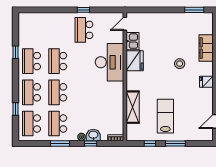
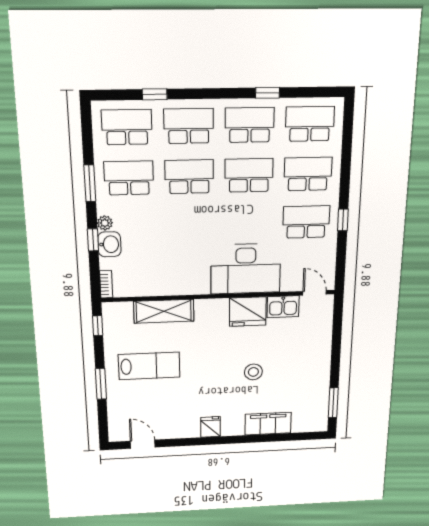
school desk: (32, 30) -> (310, 124), added
school desk: (58, 30) -> (308, 174), added
stool: (180, 64) -> (253, 372), moved
window: (150, 144) -> (98, 326), moved

